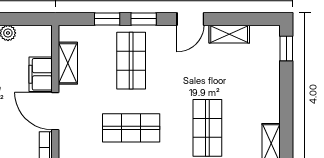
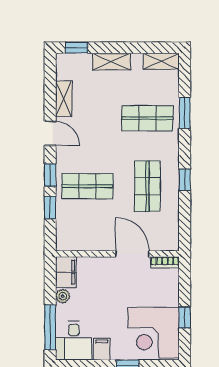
shelving: (68, 63) -> (111, 62), moved
filing cabinet: (41, 74) -> (66, 272), moved, turned -90
door: (55, 111) -> (132, 254), swing flipped

